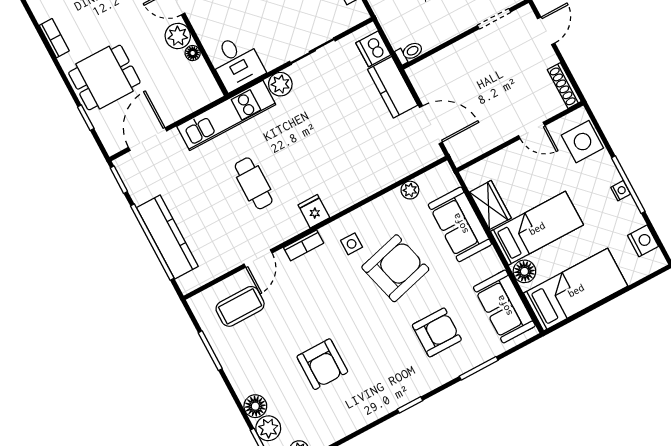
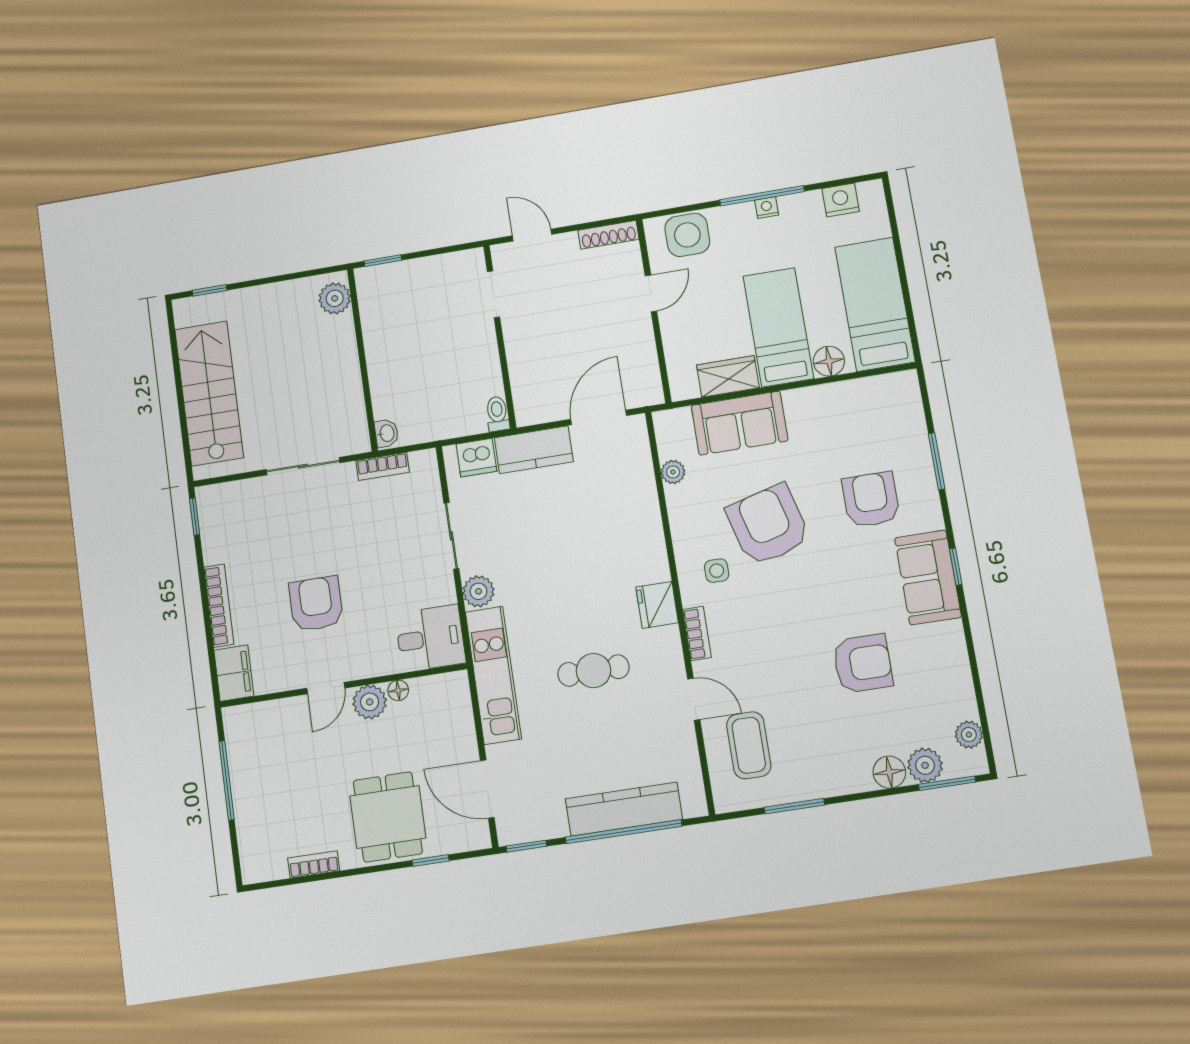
fridge: (314, 211) -> (657, 605), width x1.38
sofa: (504, 306) -> (928, 577), moved, turned 90

